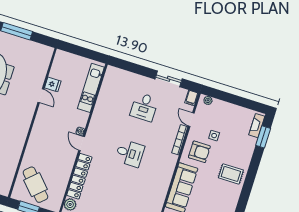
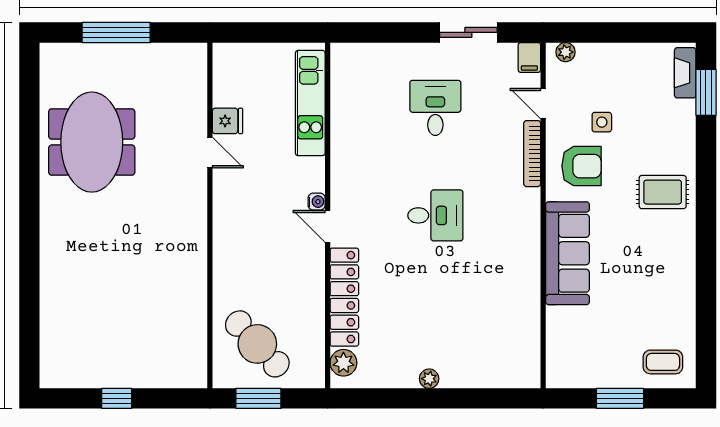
desk: (144, 107) -> (435, 108), turned 180

